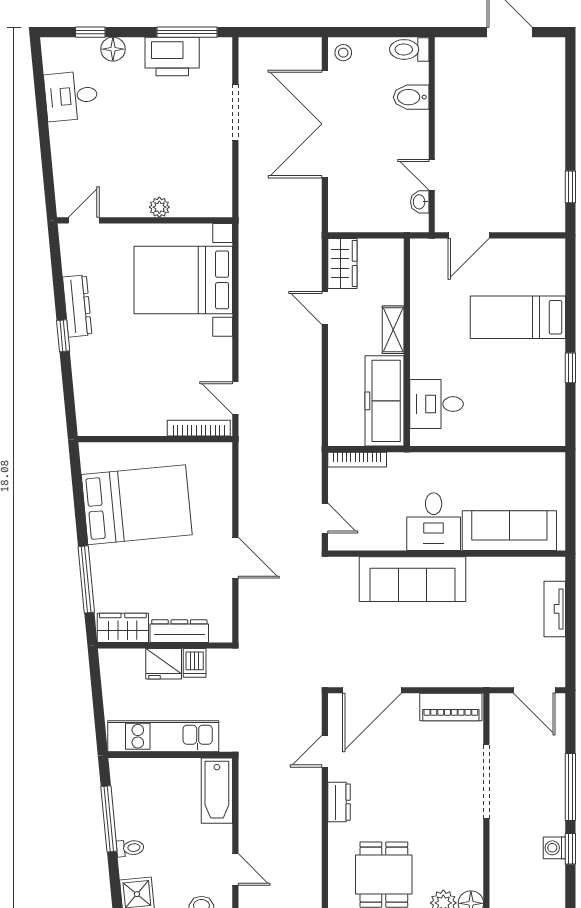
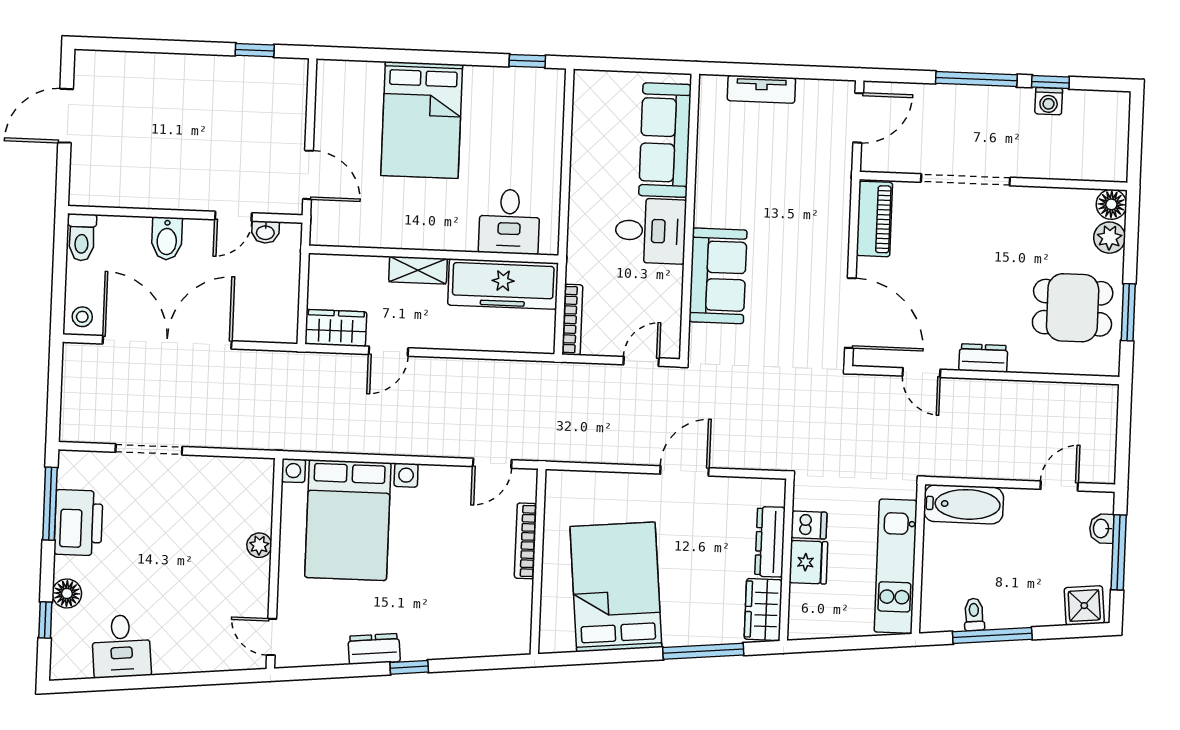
bidet: (411, 97) -> (167, 238), moved
double door: (325, 124) -> (167, 342), swing flipped
dresser: (77, 306) -> (374, 649), width x0.70
bed: (518, 317) -> (422, 120), width x1.50
window: (570, 368) -> (527, 61), moved
bookcase: (199, 428) -> (526, 541), moved
sofa: (413, 579) -> (718, 276), width x0.73
toilet: (130, 848) -> (974, 614), moved

